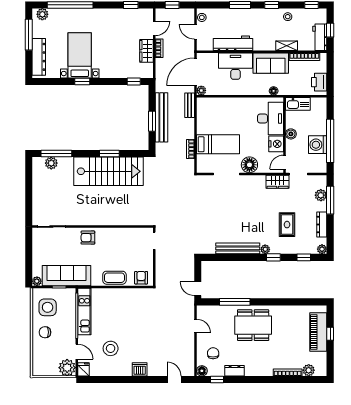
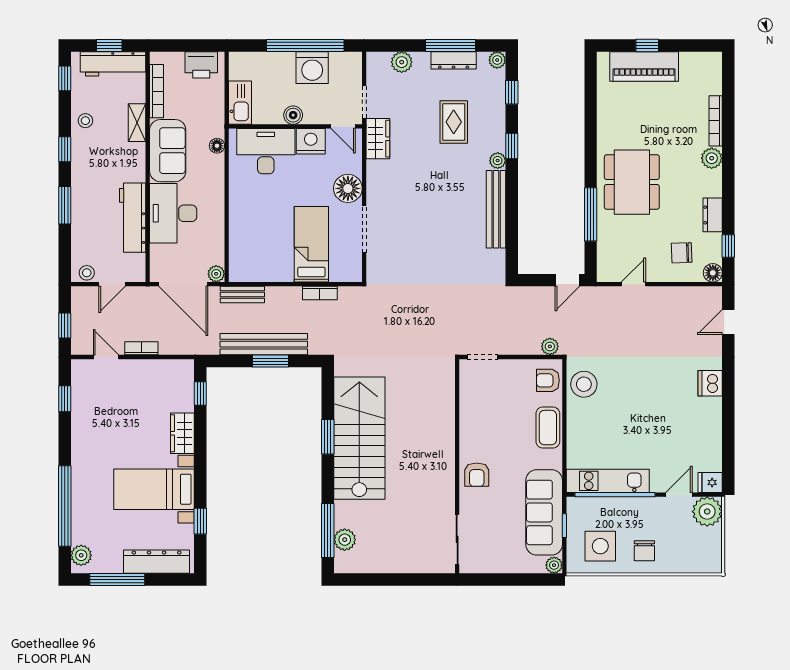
workbench: (320, 37) -> (113, 64), width x1.38
wardrobe: (147, 51) -> (182, 433), moved, turned 90
window: (82, 81) -> (200, 521), moved
window: (330, 200) -> (451, 45), moved
rug: (287, 225) -> (454, 122), turned 90
plant: (160, 279) -> (550, 346), added
stool: (111, 348) -> (584, 384), moved
plant: (309, 370) -> (712, 158), moved

